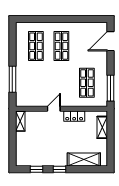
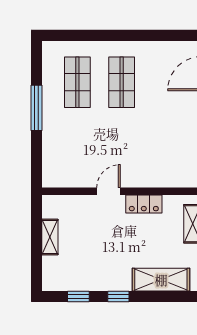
window: (12, 79) -> (36, 108), moved
shop shelf: (87, 83) -> (166, 146), removed
shelving: (20, 121) -> (50, 237), moved

